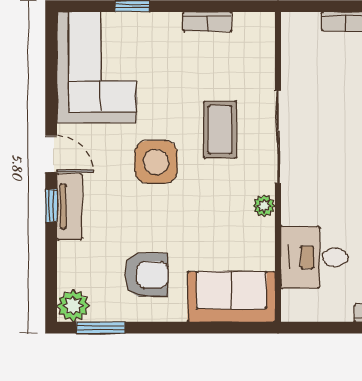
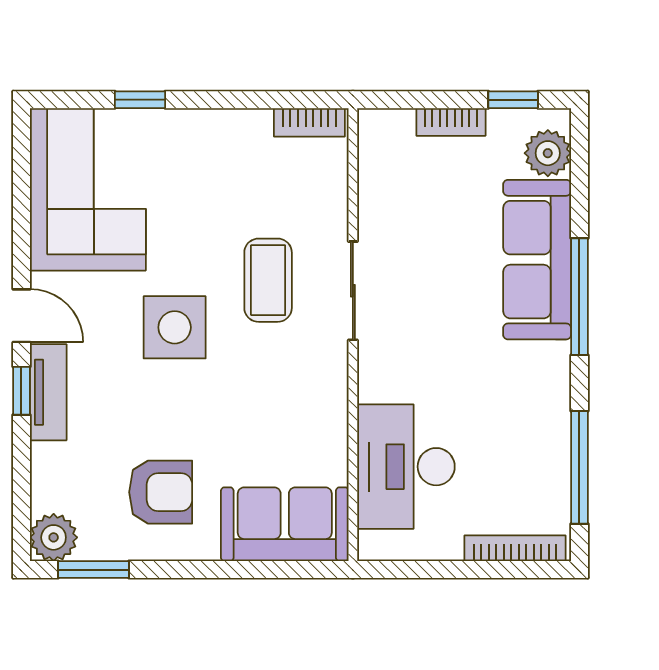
bookcase: (207, 22) -> (309, 122), moved
sliding door: (278, 137) -> (353, 291), width x0.73
plant: (264, 206) -> (332, 391), removed
desk: (314, 257) -> (406, 467), width x1.37

